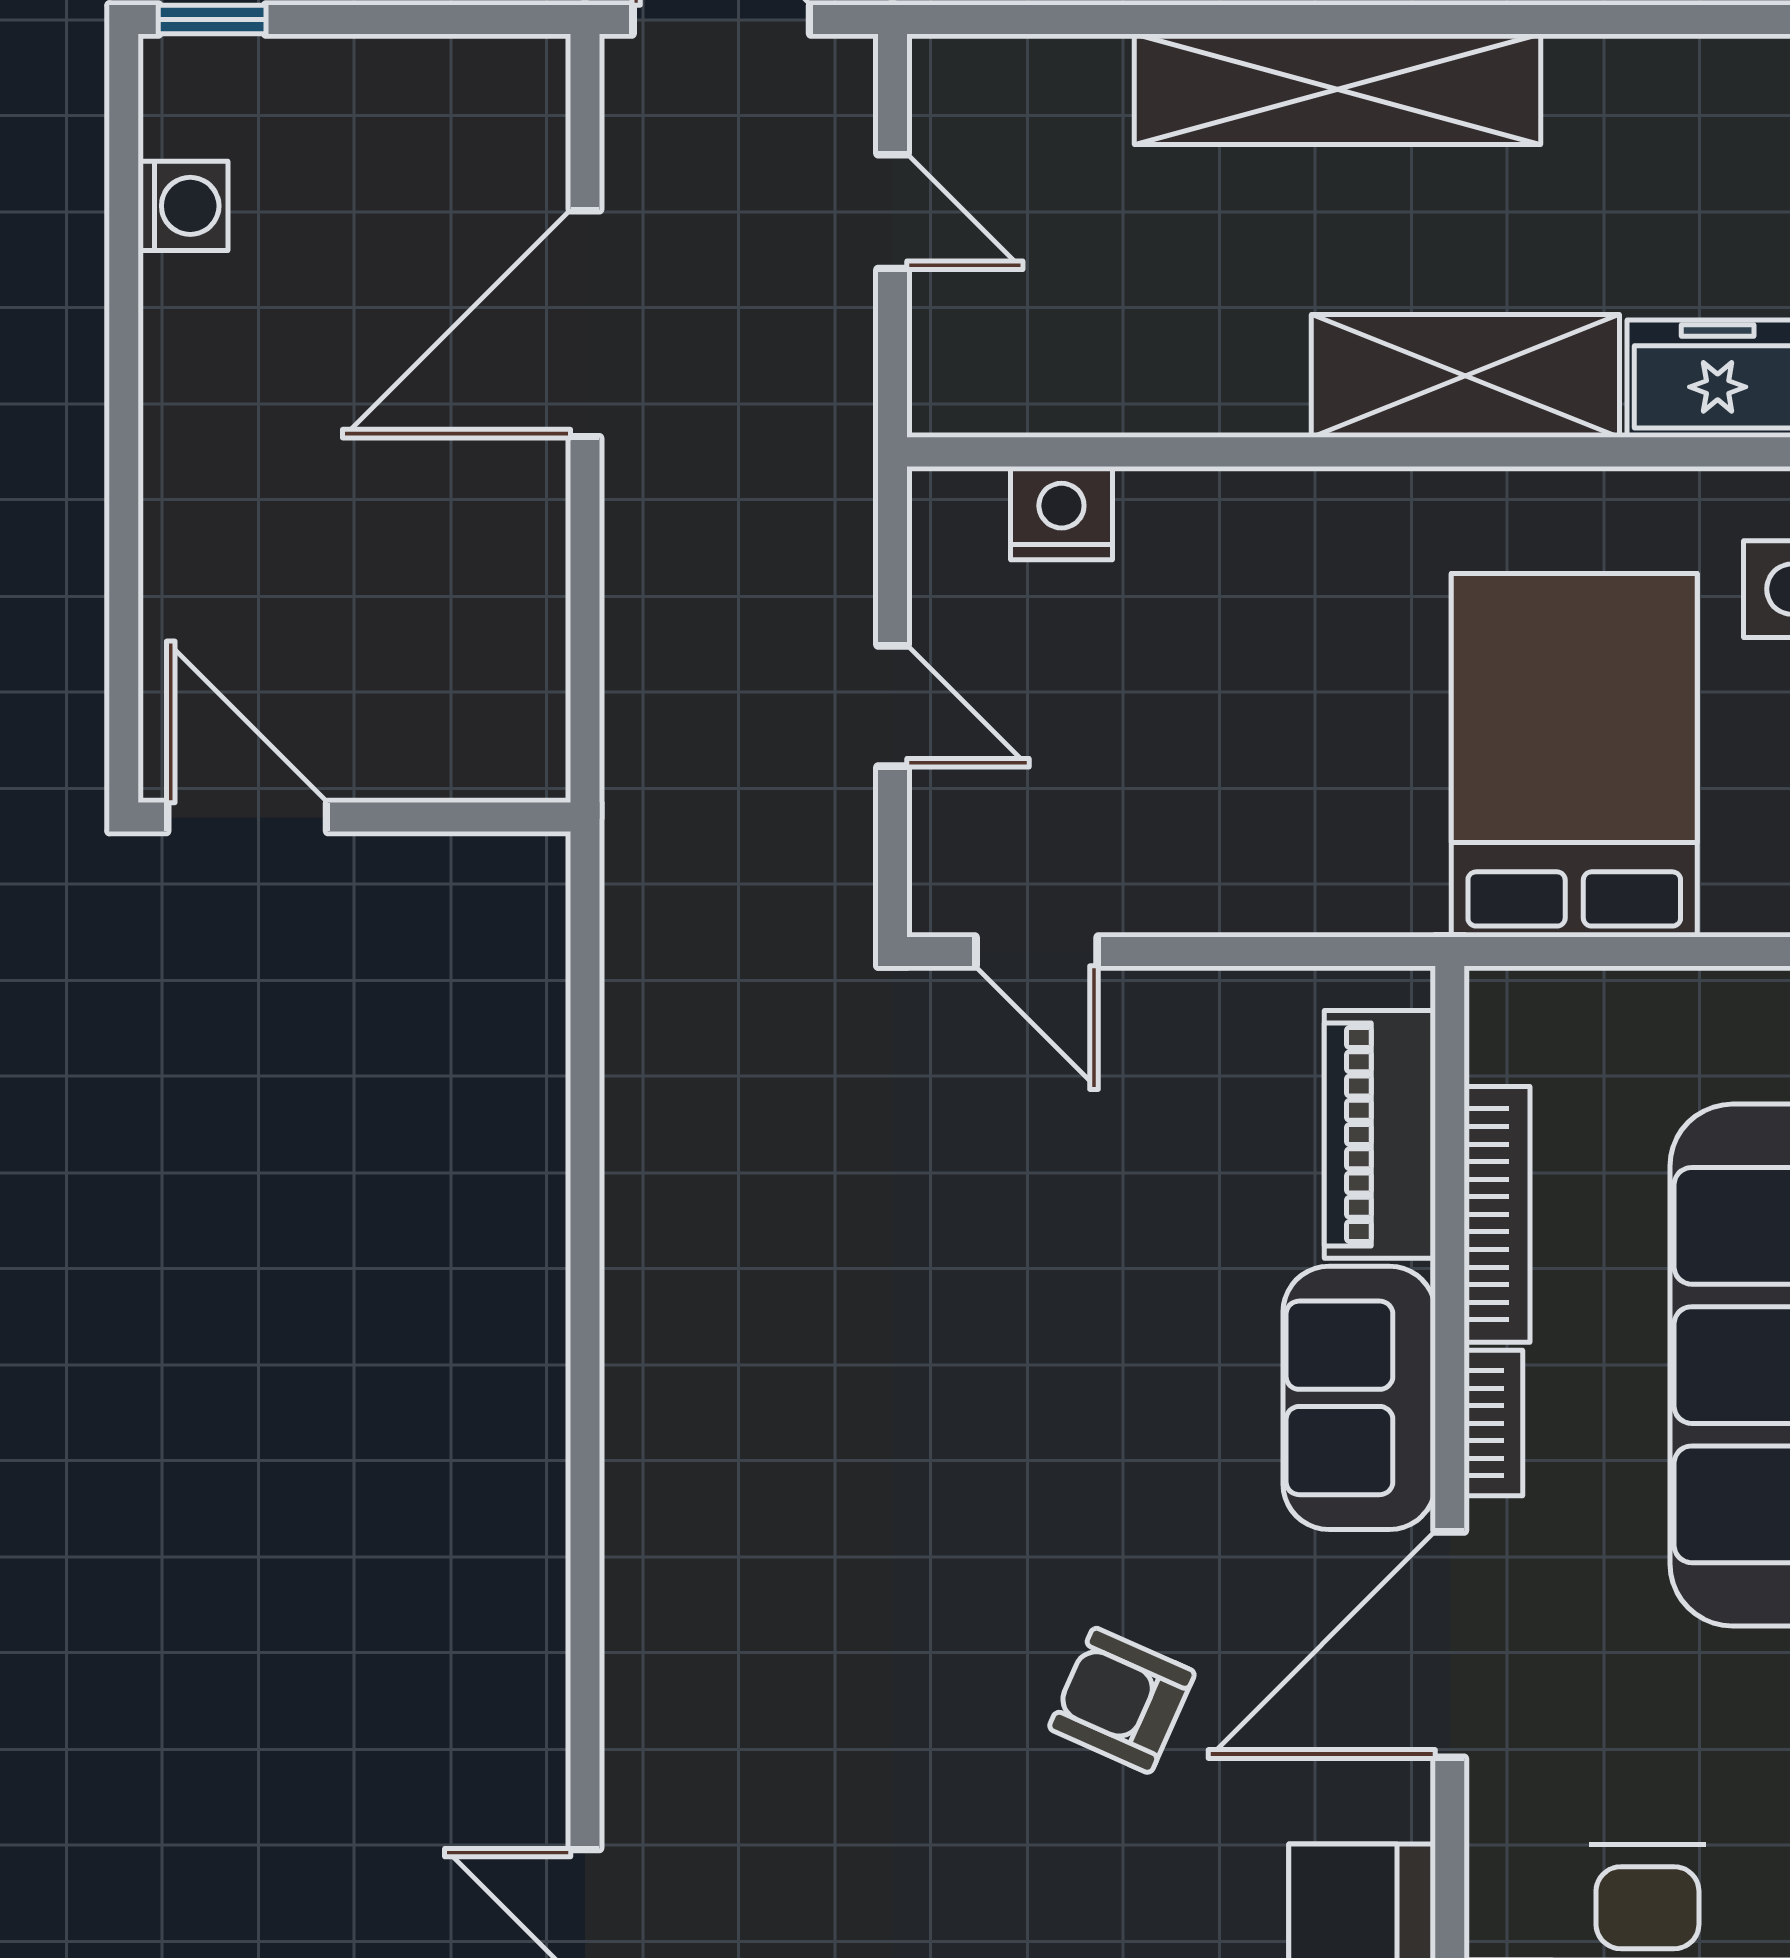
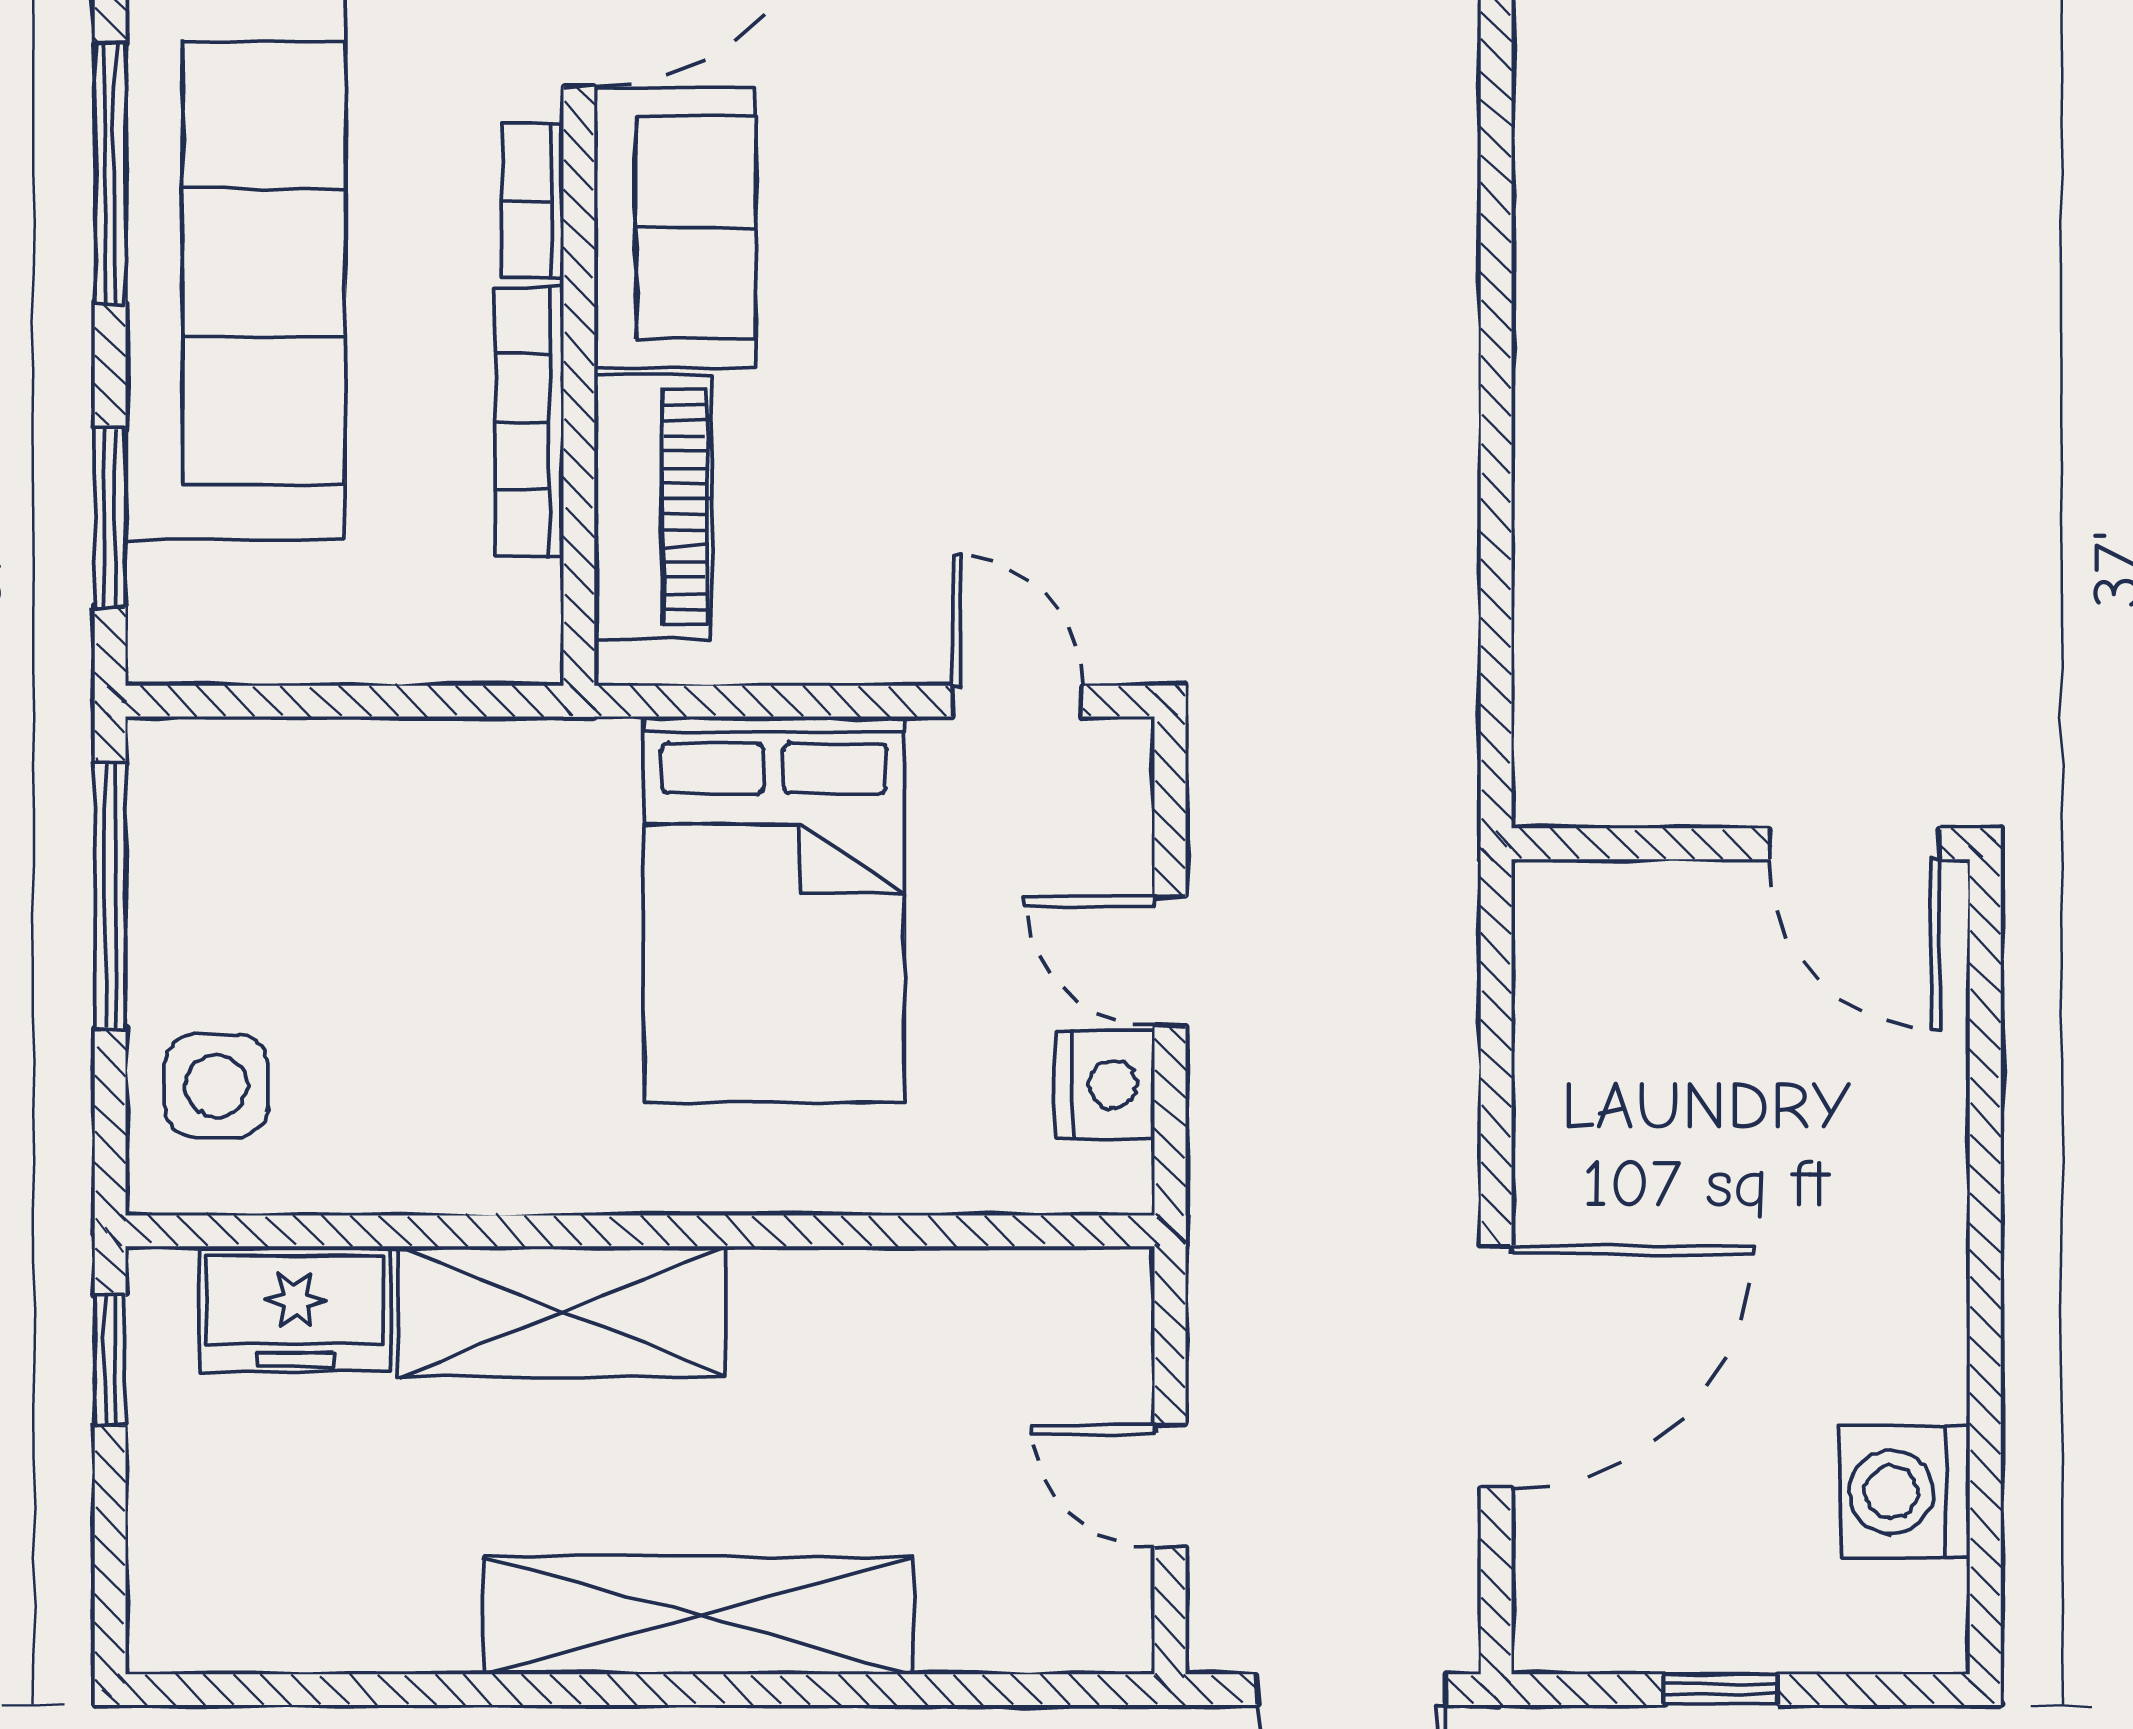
window: (212, 20) -> (1721, 1690), moved
washing machine: (183, 206) -> (1904, 1492), width x1.38, depth x1.38
nightstand: (1061, 513) -> (1105, 1085), moved, turned -90
bed: (1574, 755) -> (774, 909), moved

